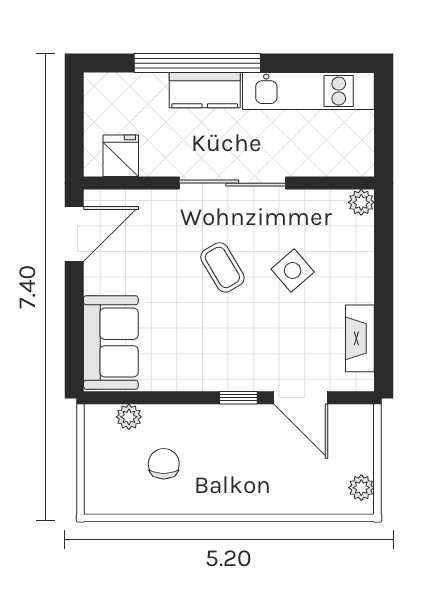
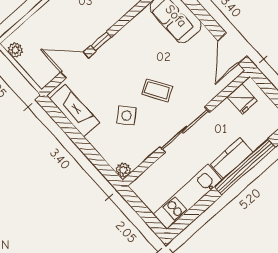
fireplace: (360, 338) -> (74, 111), width x1.37, depth x1.32

